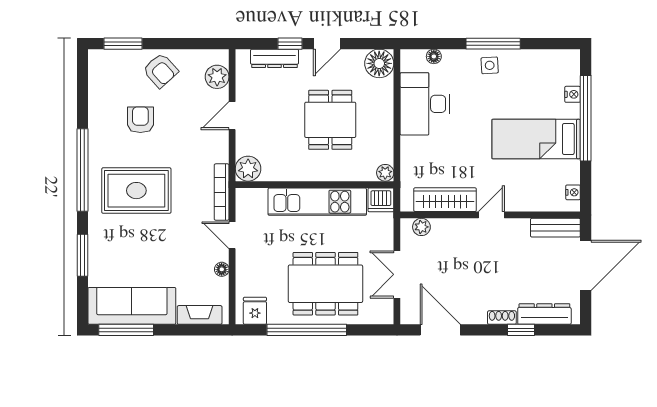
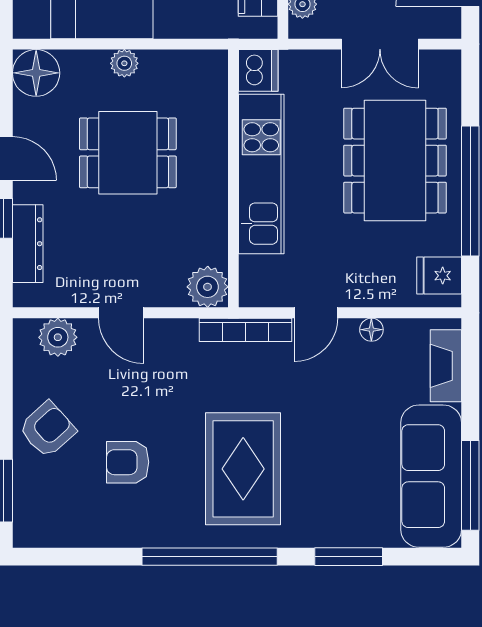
plant: (385, 173) -> (124, 63), moved

